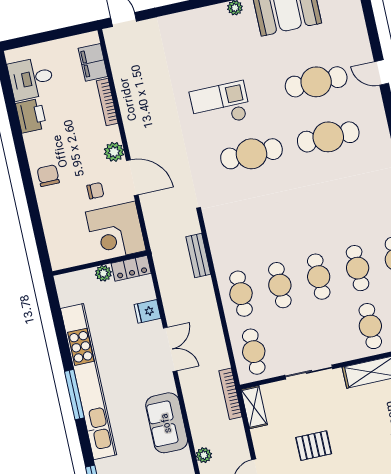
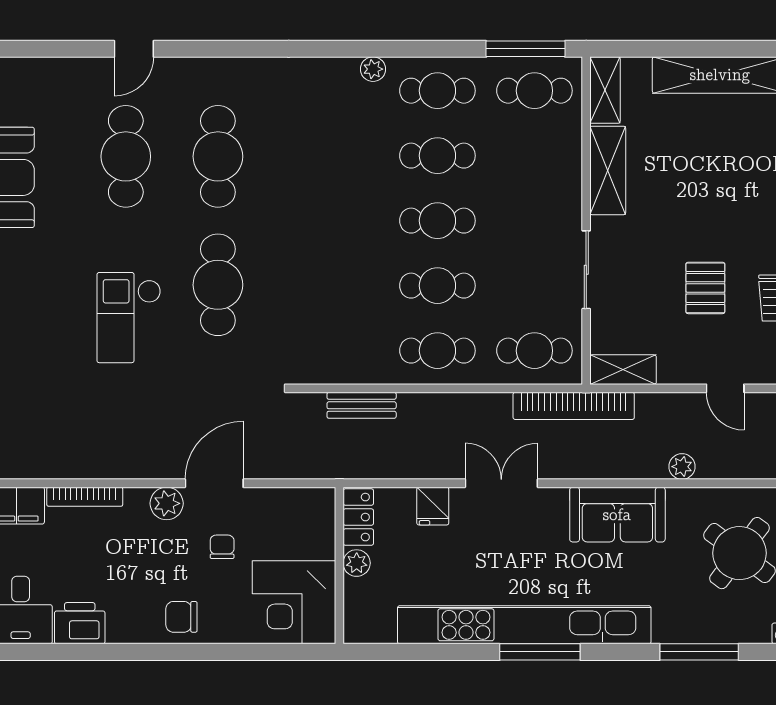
corner desk: (116, 231) -> (294, 602), moved, turned 90
cafe table: (370, 326) -> (534, 156), removed
bookcase: (230, 394) -> (574, 406), width x1.48, depth x1.31

